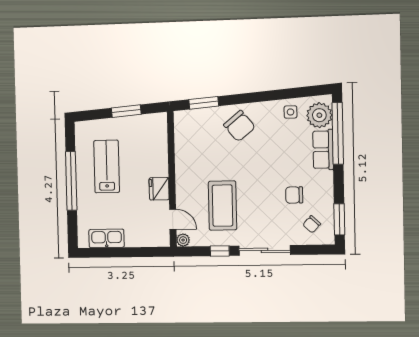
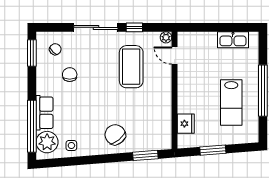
fridge: (159, 189) -> (186, 124), moved
chair: (294, 195) -> (70, 75), turned -90

